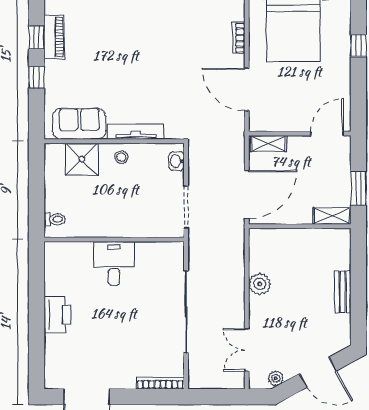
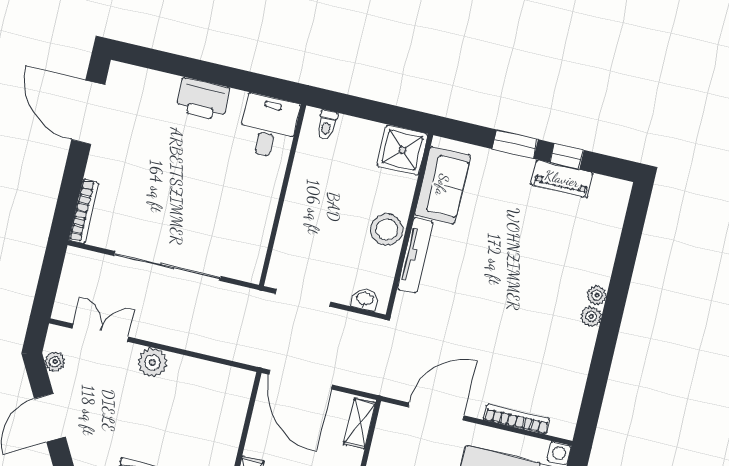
bookcase: (238, 38) -> (516, 419), width x1.56
window: (37, 77) -> (515, 144), width x1.50
stool: (121, 157) -> (387, 229), width x1.89, depth x1.89
shower: (82, 159) -> (402, 150), moved
desk: (114, 263) -> (268, 126), moved, turned -90
plant: (260, 284) -> (152, 363), moved

